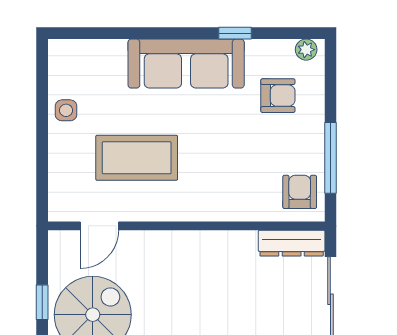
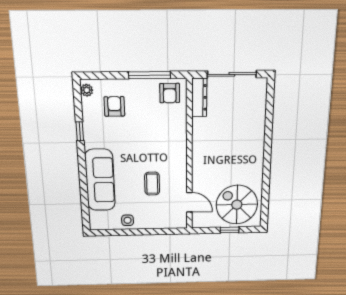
sofa: (186, 64) -> (100, 180), moved
coffee table: (137, 158) -> (152, 184), width x0.54, depth x0.58
armchair: (300, 192) -> (170, 93), turned -90

